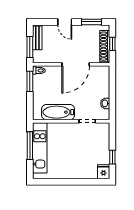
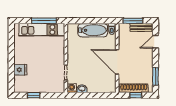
door: (65, 22) -> (155, 42), moved
window: (30, 81) -> (102, 21), removed
bathtub: (58, 112) -> (93, 30), moved, turned 90
washing machine: (105, 115) -> (72, 88), added
fridge: (104, 172) -> (20, 70), moved

